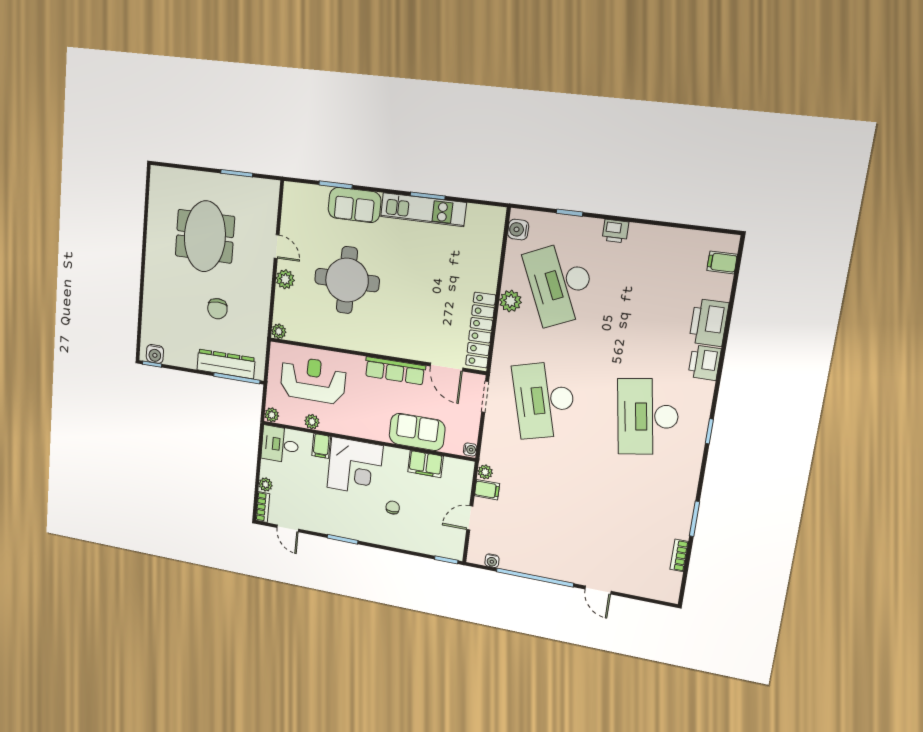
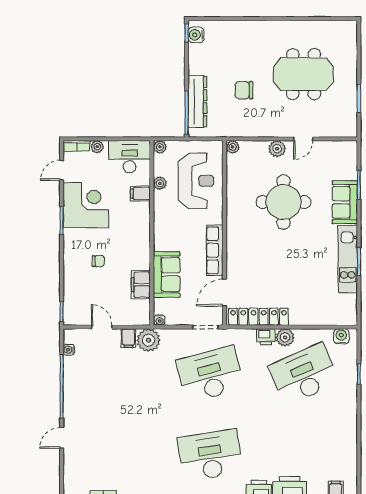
printer: (615, 231) -> (266, 337), moved, turned -90
desk: (280, 445) -> (129, 157), width x1.37
corner desk: (355, 467) -> (86, 205), moved, turned 180
plant: (485, 472) -> (148, 340), width x1.88, depth x1.88

